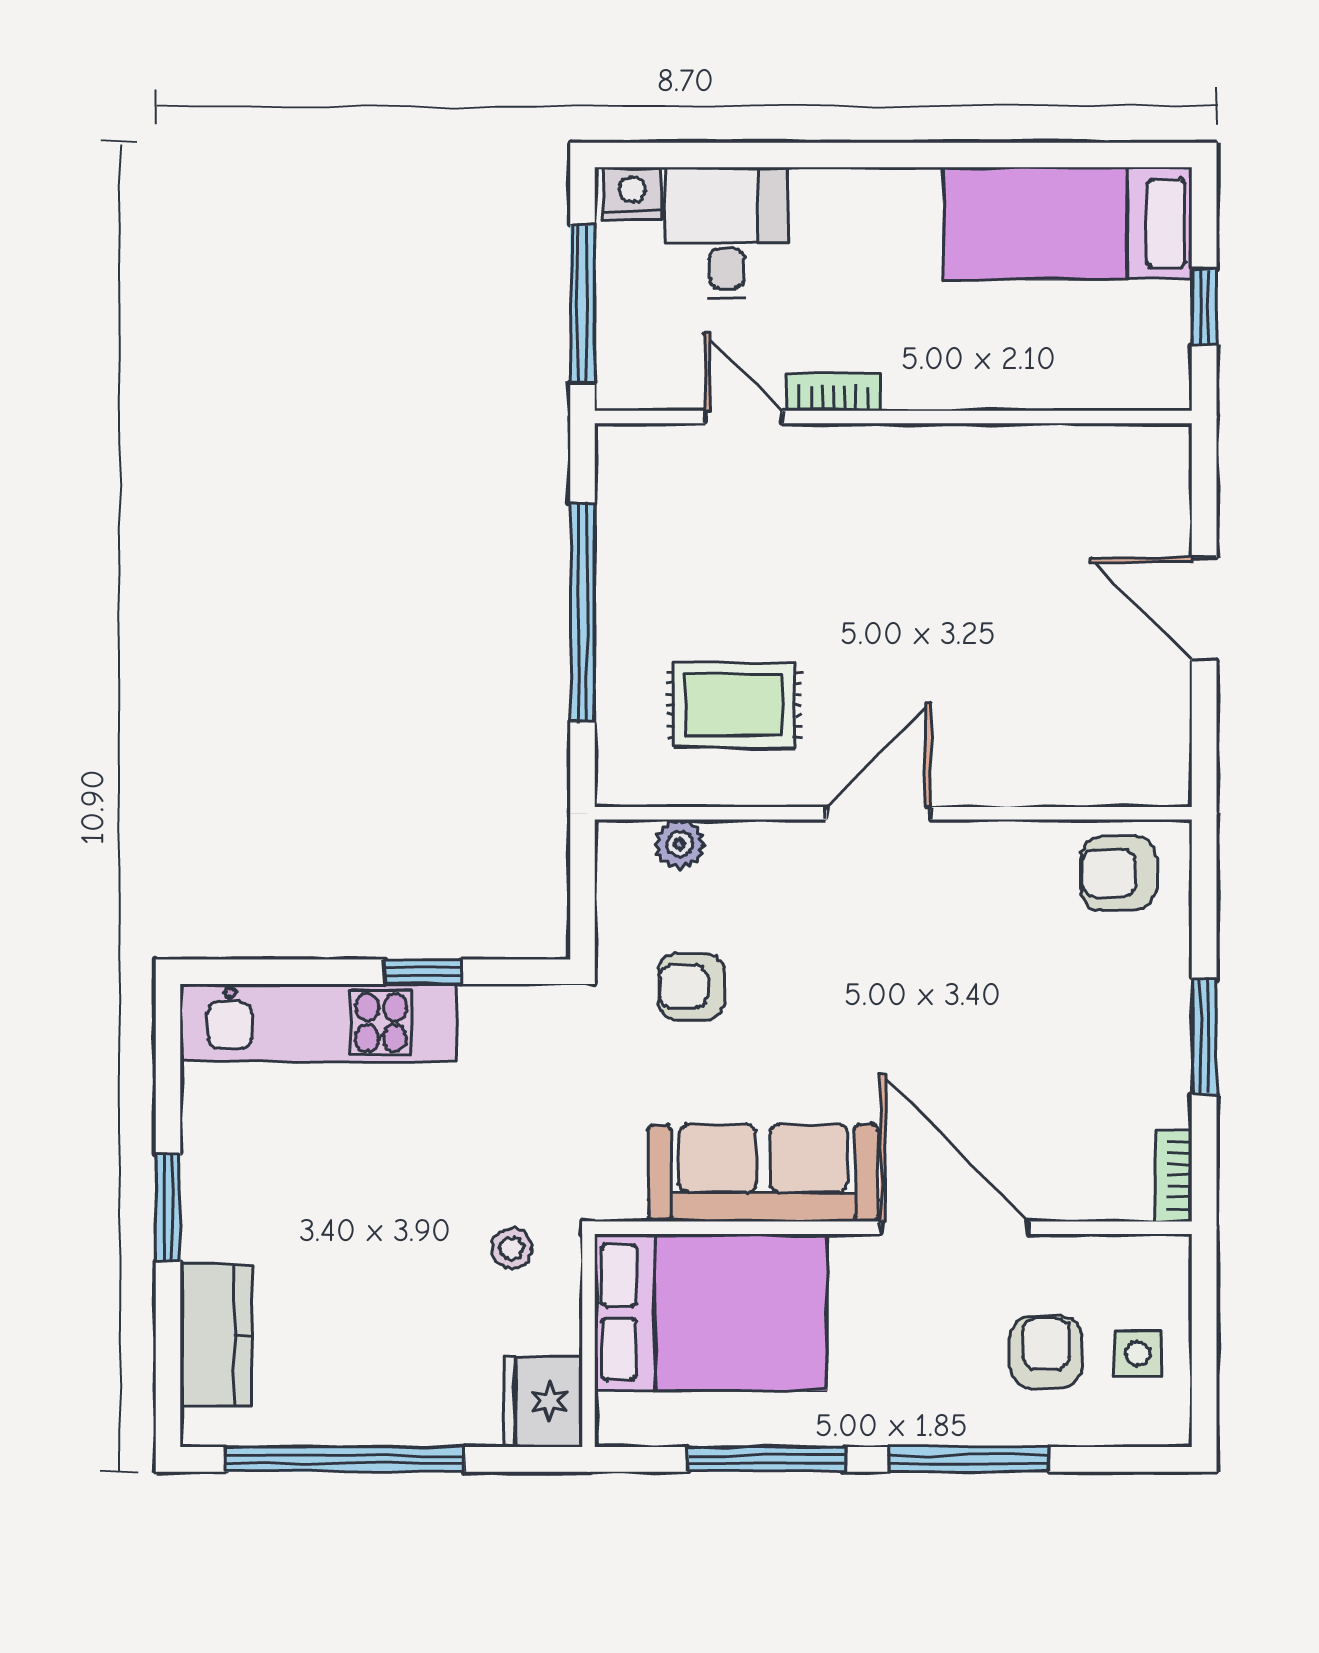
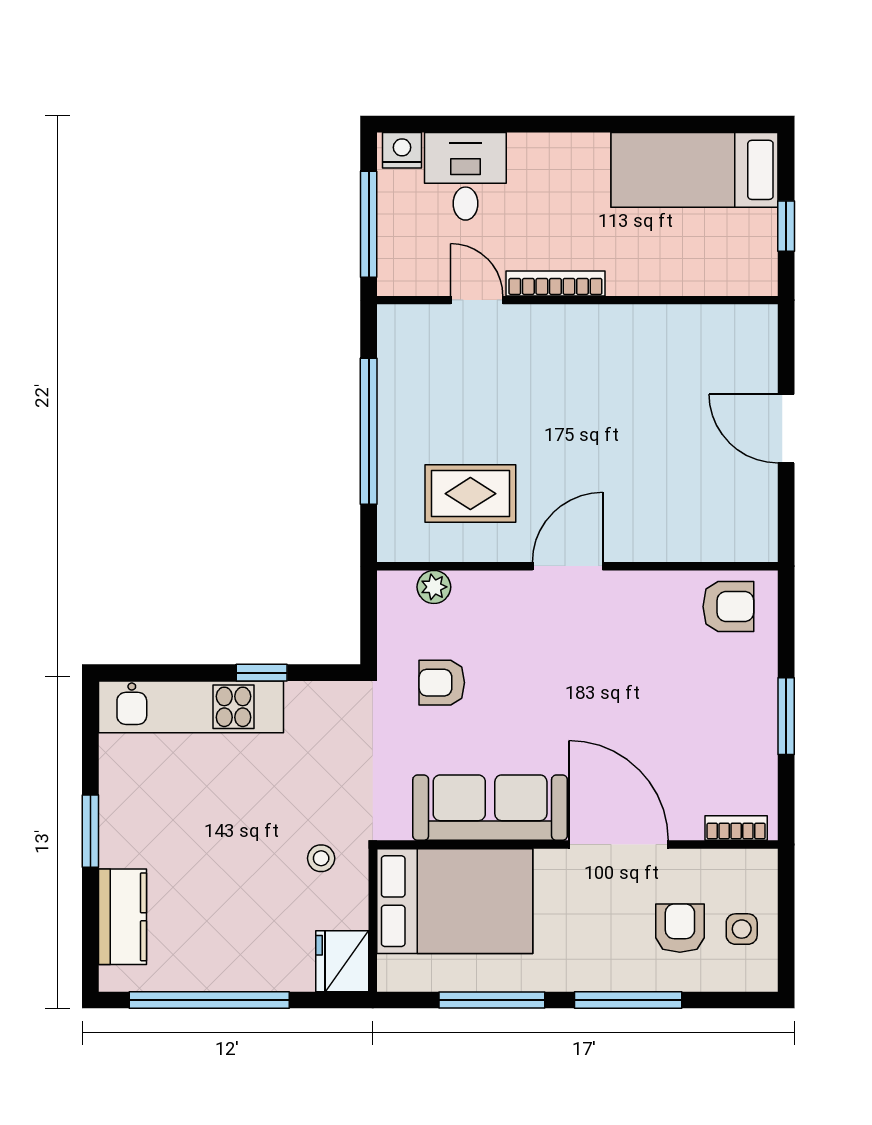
bookcase: (834, 392) -> (555, 283), width x1.56
armchair: (1118, 873) -> (728, 607), turned 180
bookcase: (1173, 1175) -> (736, 828), moved, turned 90

